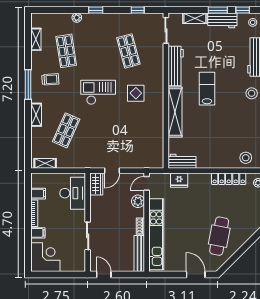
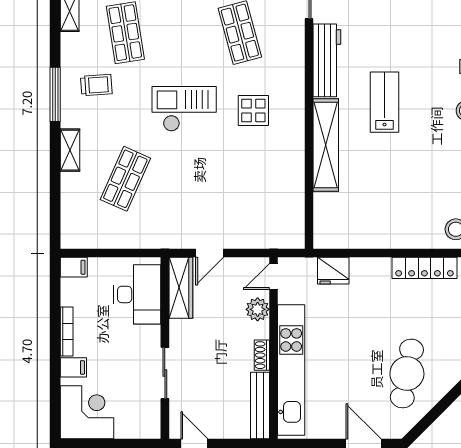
workbench: (182, 161) -> (339, 236), removed
shelving: (45, 163) -> (87, 240), removed
wardrobe: (96, 184) -> (181, 288), width x1.50
filing cabinet: (38, 194) -> (74, 267), moved

